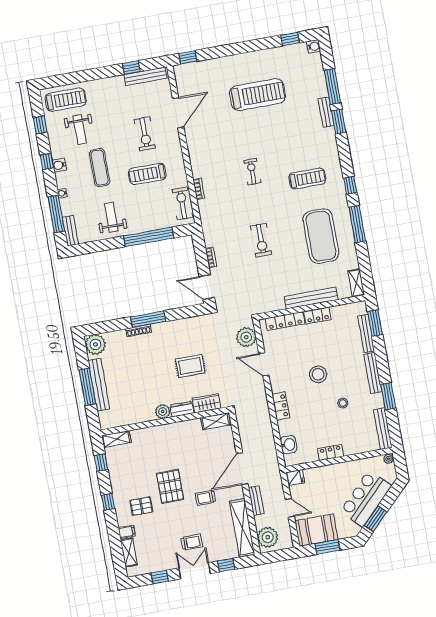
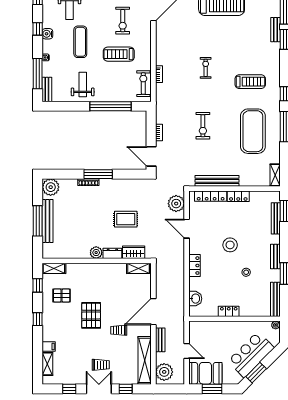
bench: (311, 298) -> (217, 181), moved
bench: (373, 373) -> (275, 256), width x0.73
fridge: (295, 478) -> (196, 327), removed
pallet: (141, 506) -> (62, 295), moved

